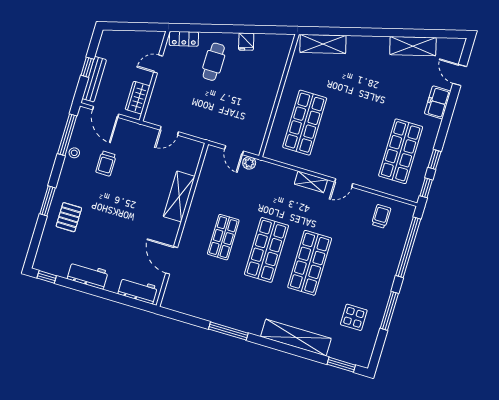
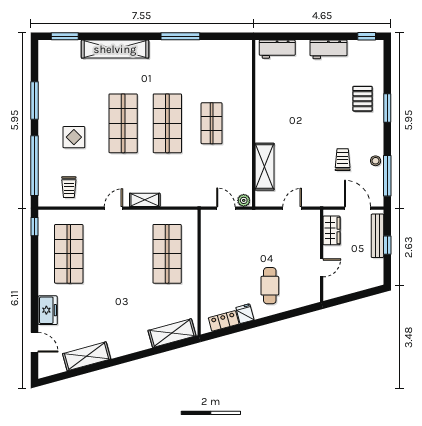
locker: (184, 39) -> (224, 321), moved
window: (435, 159) -> (35, 256), removed
plant: (249, 163) -> (244, 200), moved
shelving: (179, 196) -> (265, 167), moved
door: (172, 260) -> (254, 87), removed
display table: (354, 317) -> (74, 137), moved

